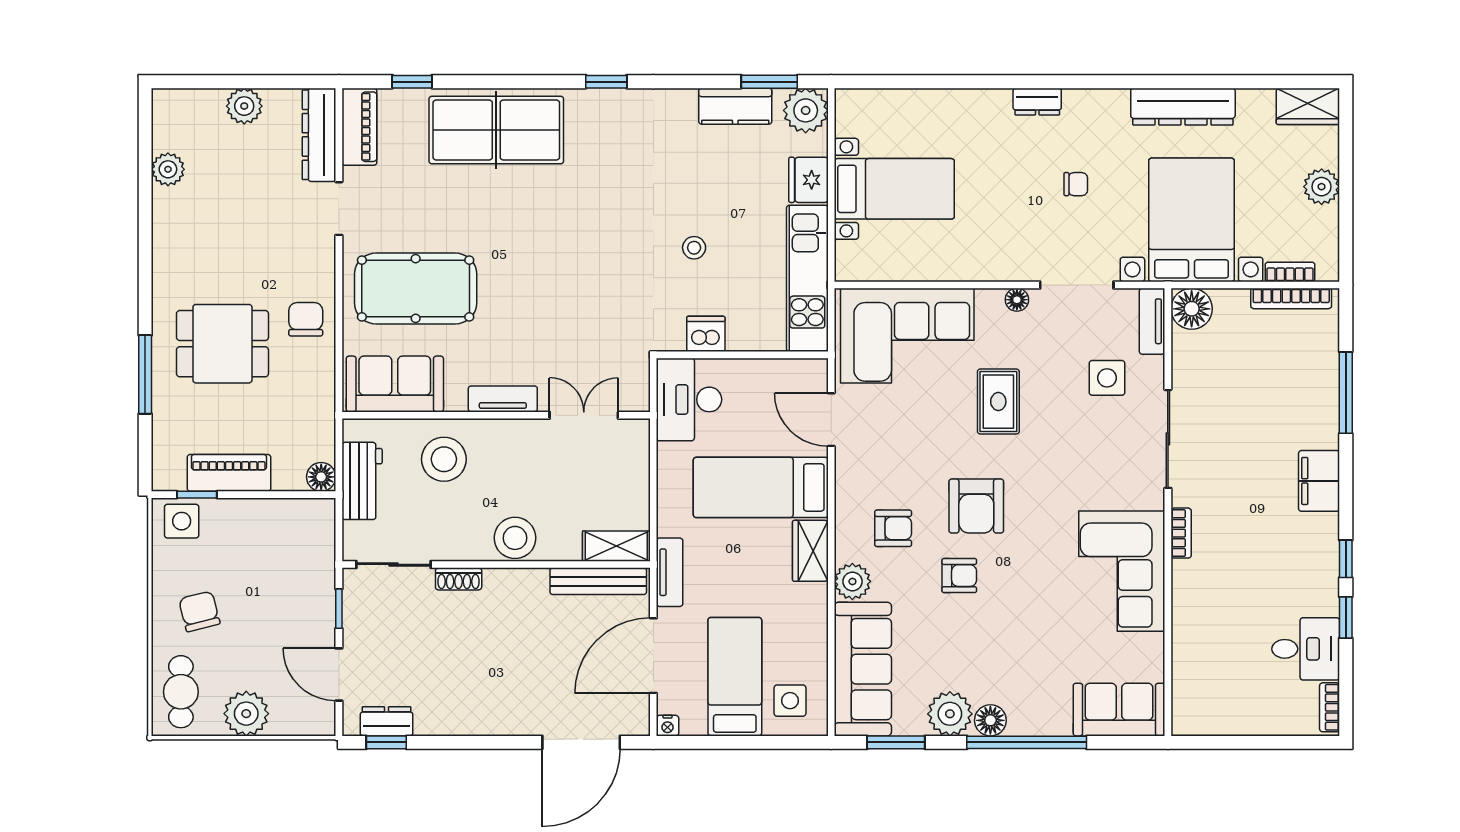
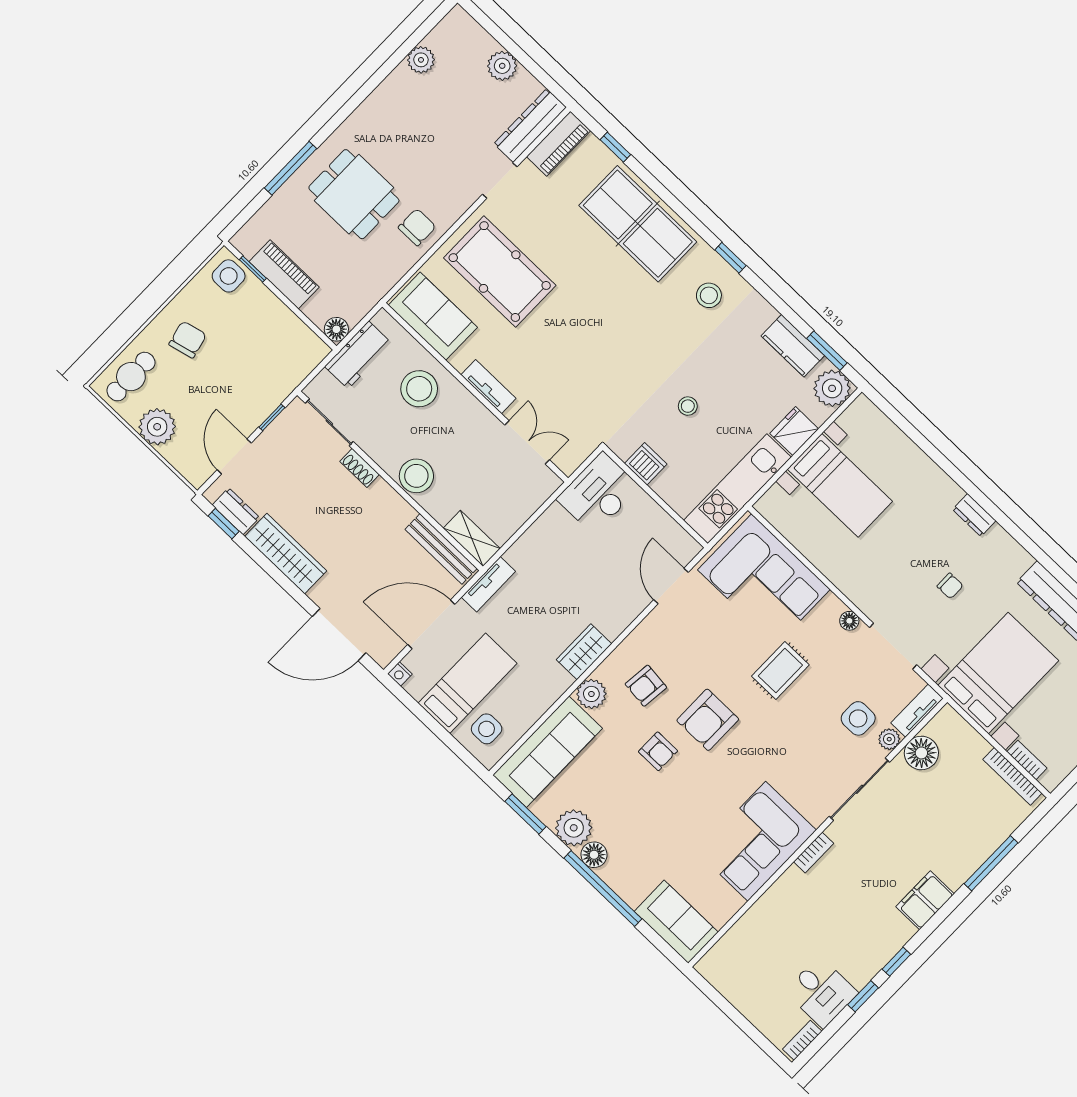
stool: (619, 133) -> (709, 295), added
floor lamp: (1192, 309) -> (921, 753), moved
plant: (1152, 370) -> (889, 739), added
bed: (761, 487) -> (591, 586), removed
armchair: (893, 528) -> (646, 686), turned 96
wardrobe: (466, 716) -> (286, 554), added

